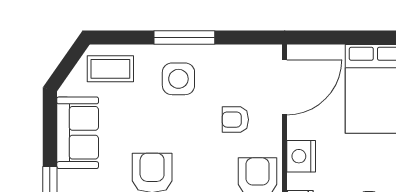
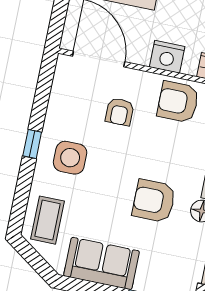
window: (184, 37) -> (32, 144), width x0.46

